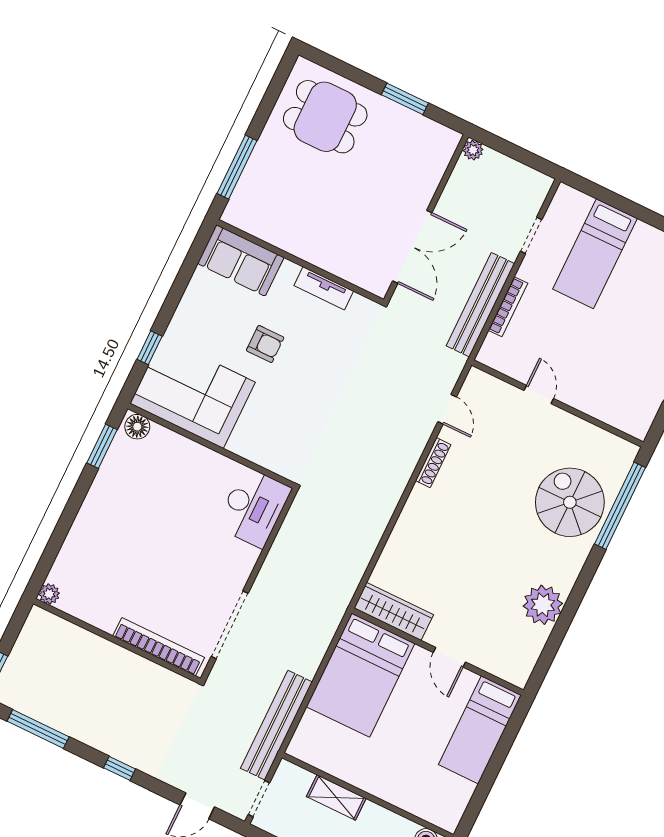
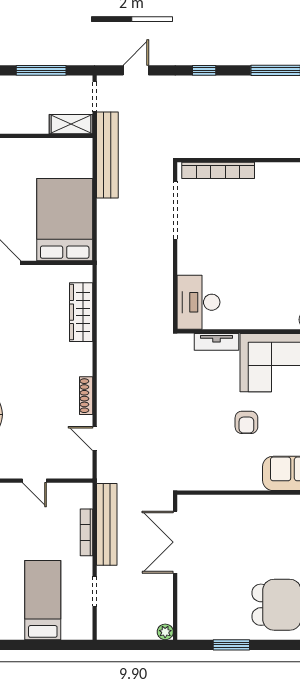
tv unit: (324, 288) -> (216, 342), moved, turned 180
armchair: (265, 344) -> (246, 422), turned -90
wardrobe: (394, 611) -> (81, 312), moved, turned 90
shelving: (336, 798) -> (71, 124), moved

